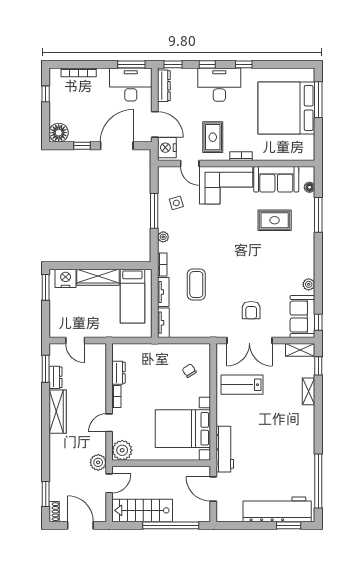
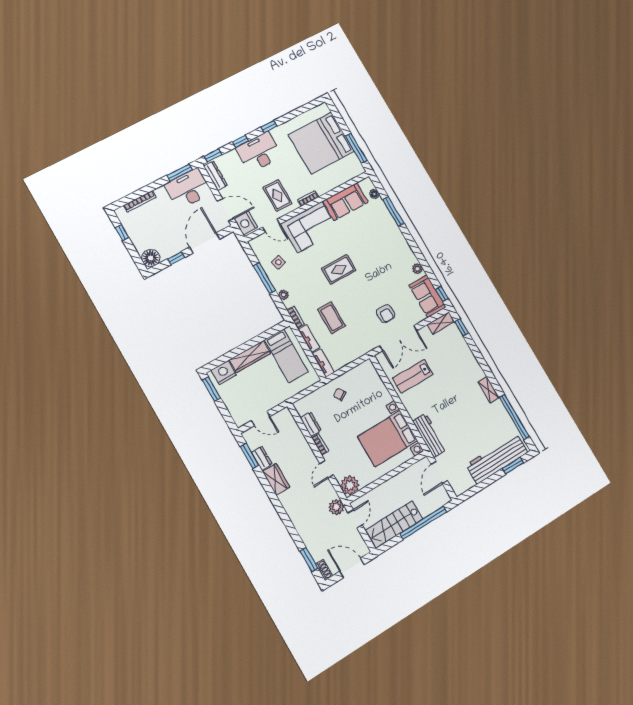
window: (318, 100) -> (356, 148), moved
rug: (275, 220) -> (339, 269), moved
chair: (189, 371) -> (340, 394), moved
shelving: (309, 391) -> (488, 390), moved
wardrobe: (58, 412) -> (276, 479), width x0.67
door: (213, 489) -> (439, 473), hinge flipped

